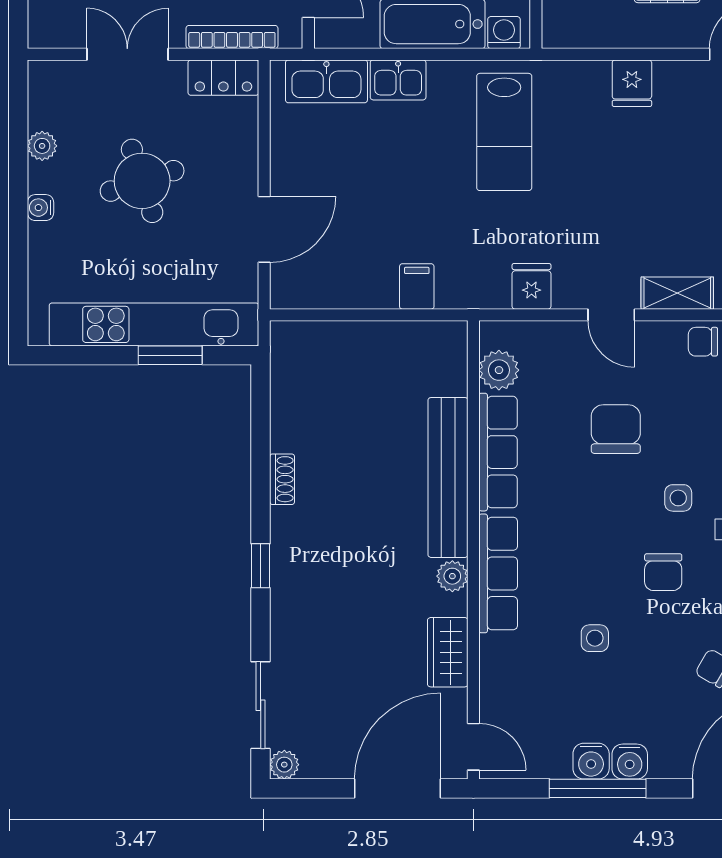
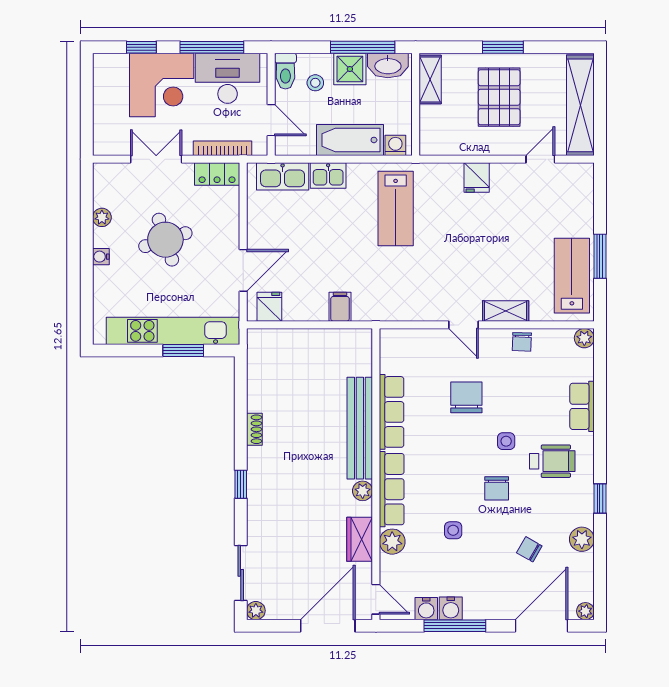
fridge: (531, 286) -> (269, 307), moved
chair: (703, 342) -> (522, 342), turned -88
plant: (499, 370) -> (392, 542), moved
water cooler: (630, 762) -> (426, 609), moved

